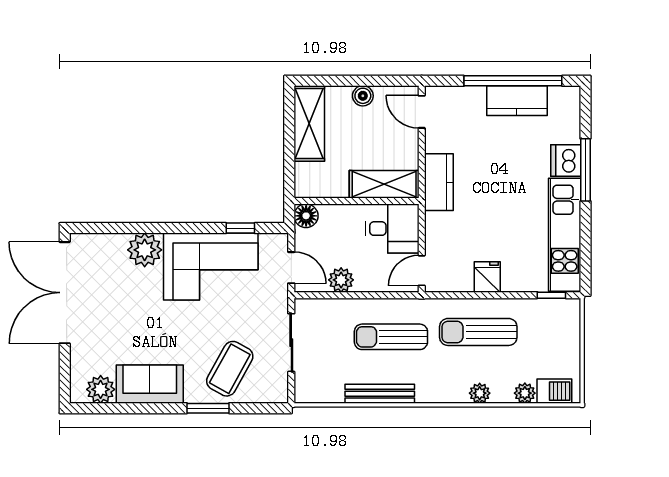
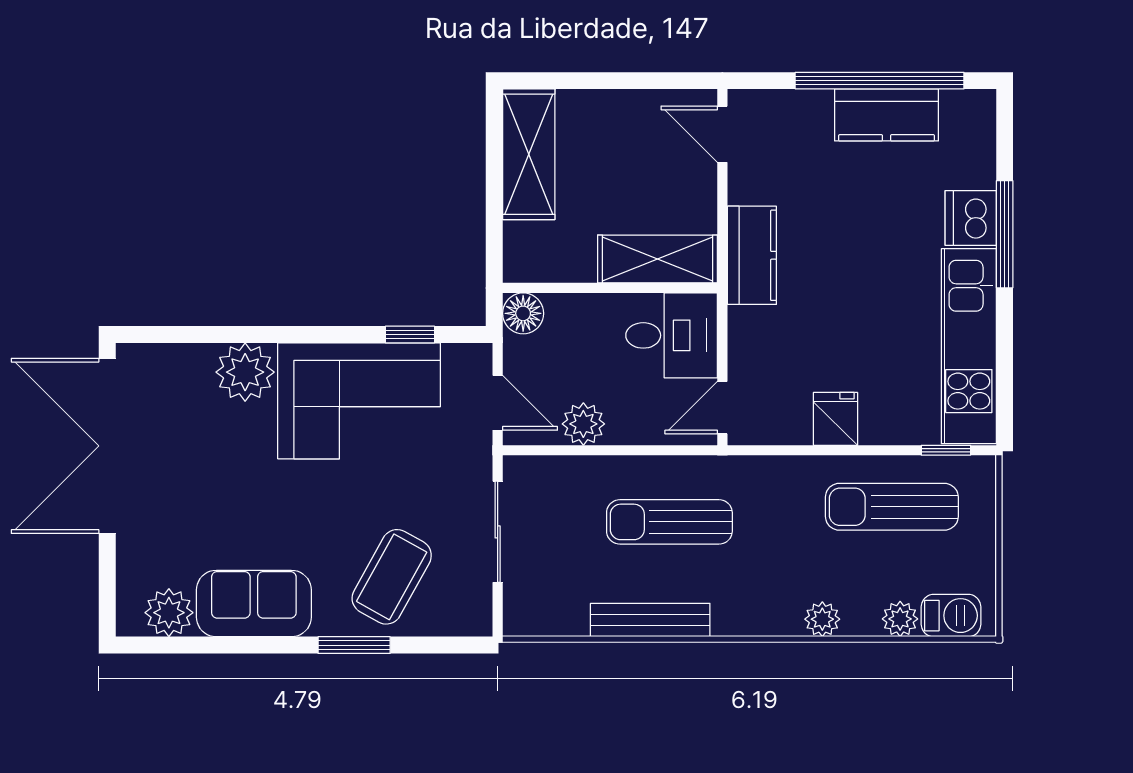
boiler: (363, 96) -> (621, 107), removed
sun lounger: (478, 332) -> (892, 507), moved

